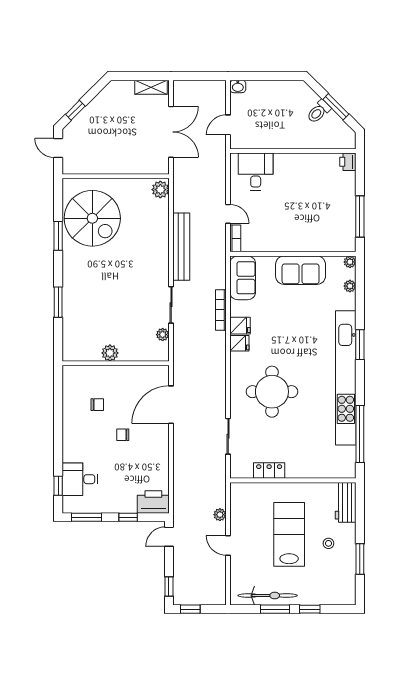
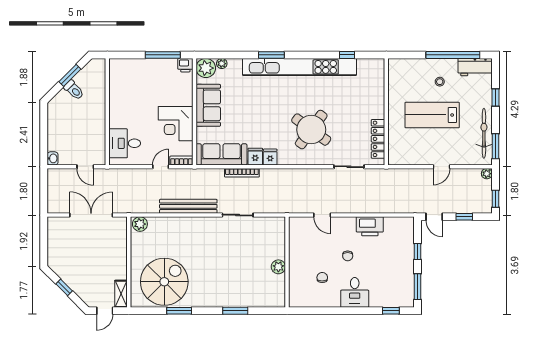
shelving: (151, 87) -> (121, 294), moved
window: (75, 110) -> (64, 287), moved
printer: (348, 162) -> (185, 65), moved
corner desk: (279, 232) -> (176, 124), added
plant: (350, 262) -> (206, 68), width x1.88, depth x1.88
sofa: (243, 278) -> (221, 154), width x1.36
plant: (163, 335) -> (263, 222), removed
round table: (272, 392) -> (311, 130), turned 36
door: (171, 405) -> (322, 215), width x0.53
window: (360, 434) -> (347, 55), width x0.32
locker: (269, 471) -> (378, 139), width x1.53
desk: (80, 479) -> (355, 292), moved
printer: (153, 502) -> (370, 226), moved, turned -90
workbench: (346, 502) -> (475, 67), moved
plant: (220, 515) -> (487, 174), moved
window: (360, 559) -> (453, 55), width x2.11
window: (169, 586) -> (464, 217), moved
window: (275, 609) -> (495, 146), moved

